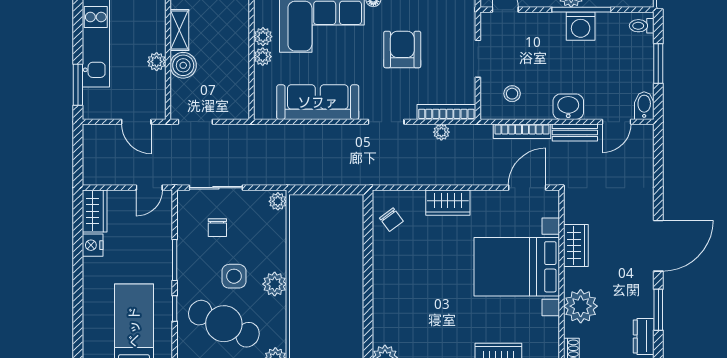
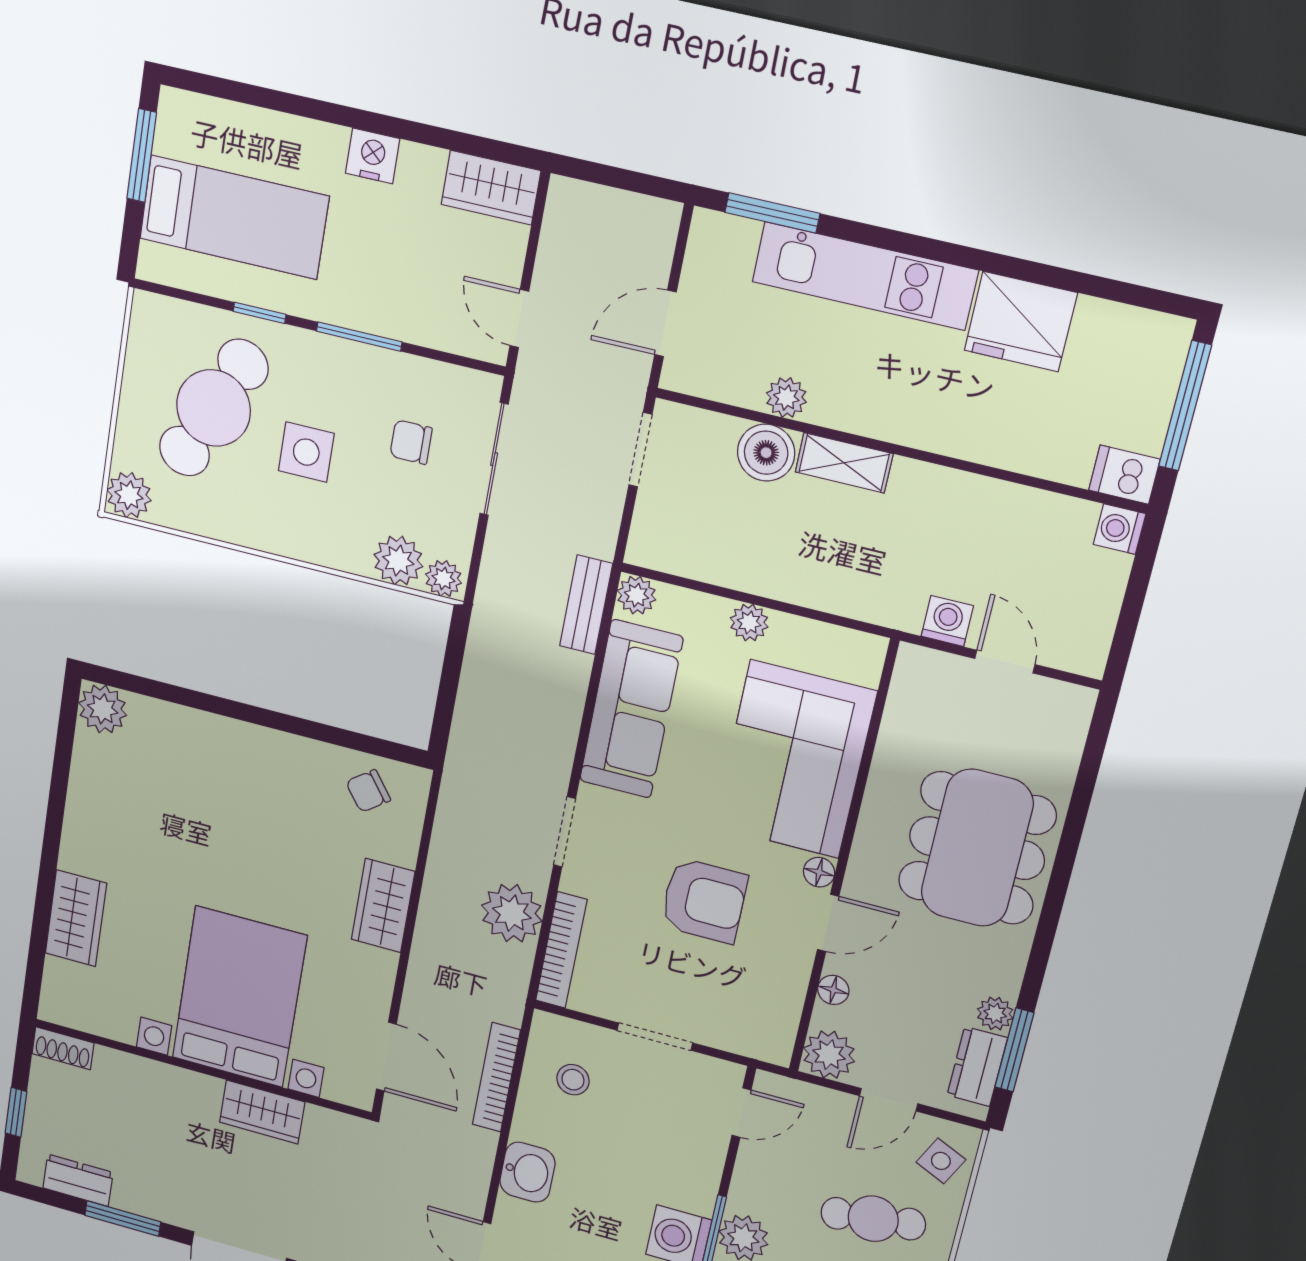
plant: (263, 37) -> (636, 595), moved
plant: (441, 132) -> (512, 913), width x1.87, depth x1.87
bench: (575, 133) -> (586, 605), moved
nightstand: (93, 245) -> (373, 156), moved
plant: (275, 284) -> (398, 561), moved
plant: (581, 306) -> (149, 1089), removed

